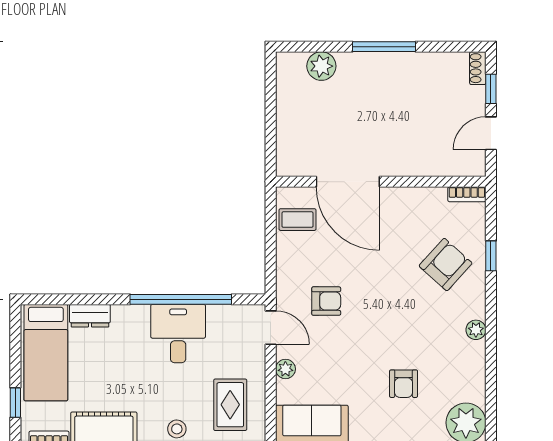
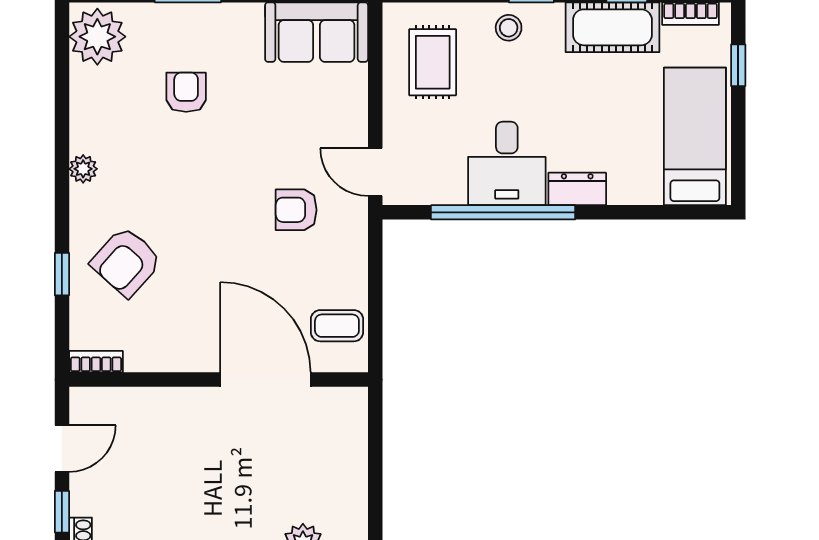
dresser: (90, 316) -> (577, 189), moved
plant: (285, 369) -> (354, 113), removed

